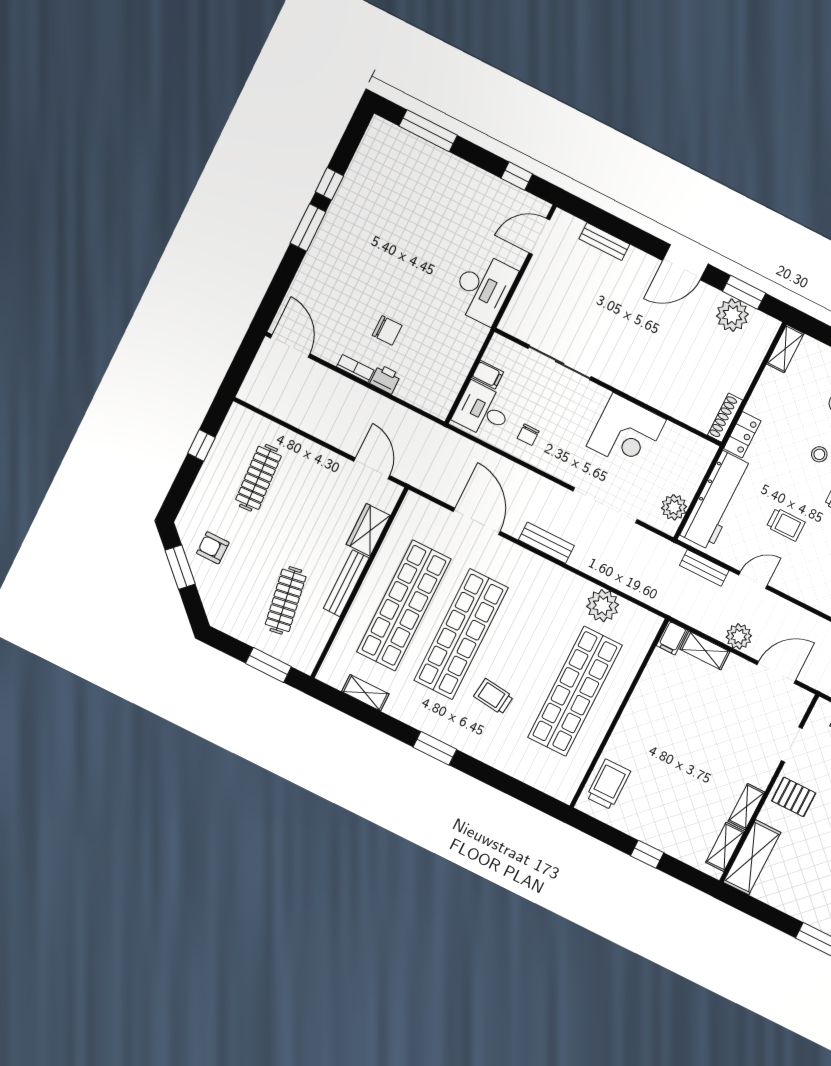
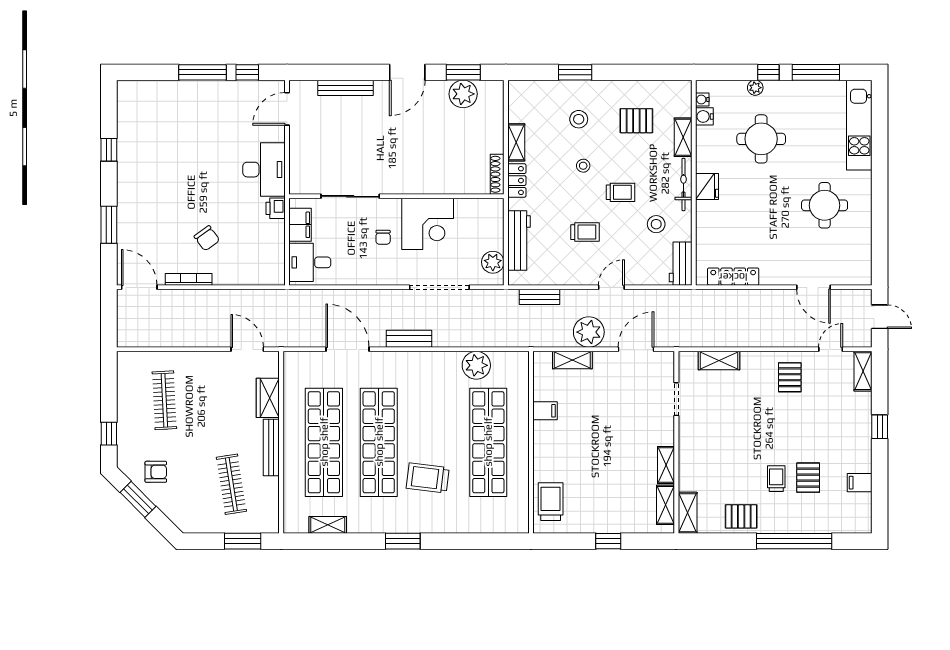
window: (428, 131) -> (203, 72), moved
window: (308, 227) -> (109, 225), moved
bench: (604, 242) -> (346, 88), width x1.36
chair: (387, 330) -> (207, 238), turned 54
shelving: (785, 349) -> (516, 142), moved
bookcase: (355, 368) -> (189, 279), width x1.56
filing cabinet: (488, 375) -> (300, 225), width x2.00
printer: (385, 379) -> (276, 208), moved, turned -90
chair: (528, 435) -> (383, 237), moved
window: (201, 445) -> (109, 434), moved
workbench: (716, 501) -> (519, 241), width x0.73, depth x0.76
armchair: (213, 548) -> (156, 472), turned 180
door: (753, 580) -> (611, 287), moved
plant: (739, 636) -> (589, 332), width x1.36, depth x1.36
filing cabinet: (672, 638) -> (545, 411), moved, turned -90
trolley: (493, 696) -> (428, 478), width x1.36, depth x1.39
pallet: (794, 797) -> (741, 516), moved
shelving: (752, 857) -> (688, 513), width x0.67, depth x0.75

